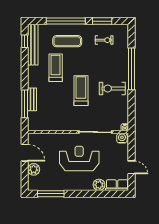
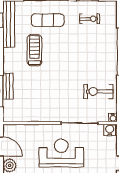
exercise bike: (112, 88) -> (98, 91), moved
treadmill: (81, 91) -> (63, 76), removed

